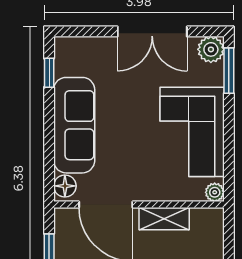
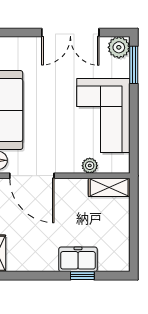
plant: (215, 192) -> (90, 166), moved
shelving: (164, 219) -> (109, 187), moved

